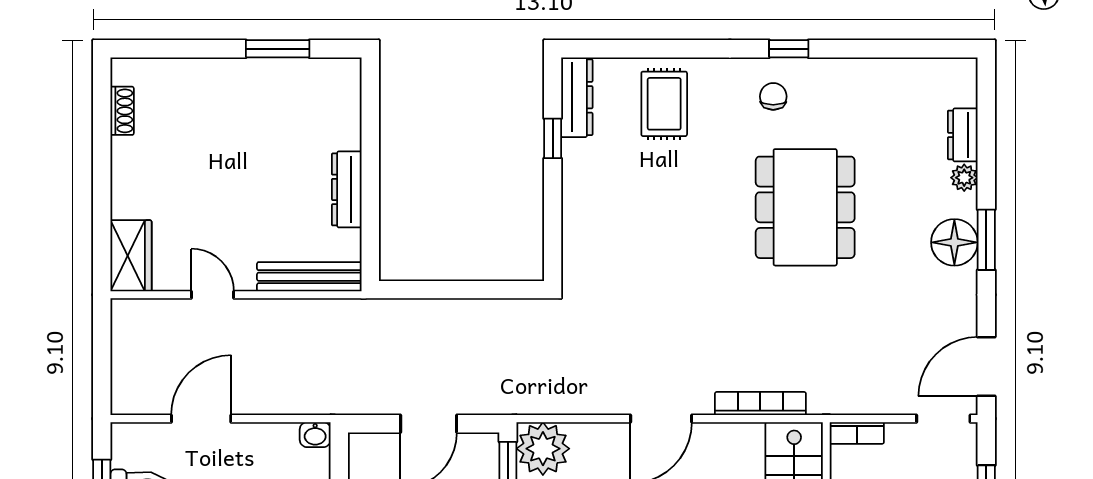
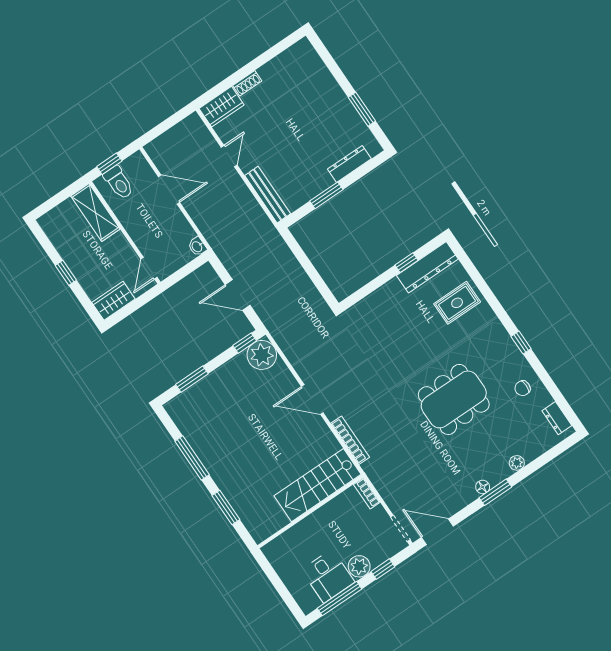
chair: (773, 96) -> (523, 388), moved, turned 180
dresser: (577, 97) -> (427, 267), width x1.37, depth x1.24
shoe rack: (122, 111) -> (247, 83), moved
dresser: (963, 135) -> (557, 418), moved, turned -90
dresser: (347, 189) -> (349, 164), moved
window: (370, 189) -> (326, 195), added
floor lamp: (954, 242) -> (483, 487), width x0.53, depth x0.53

